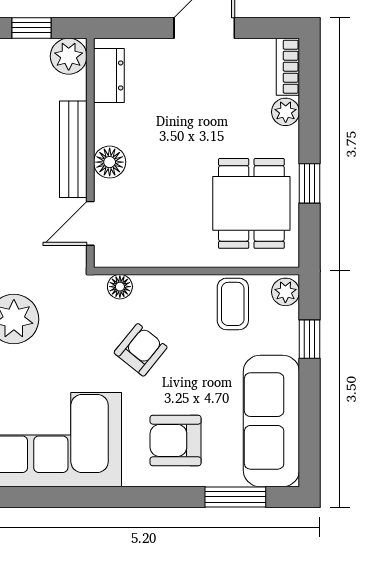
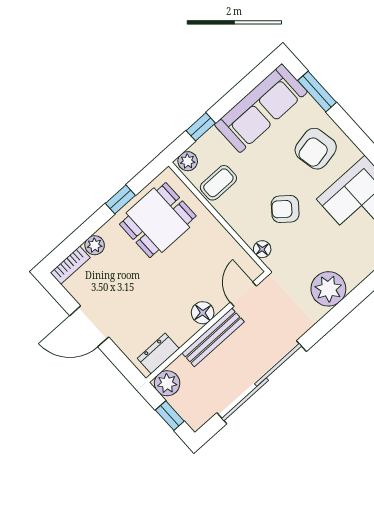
door: (90, 223) -> (243, 294), swing flipped
armchair: (176, 440) -> (316, 149), turned 79

